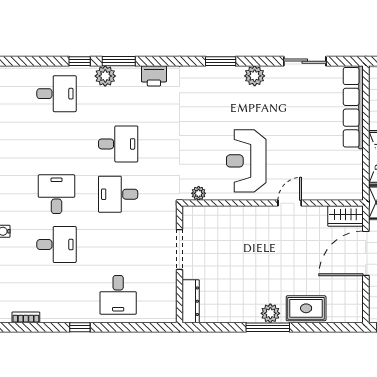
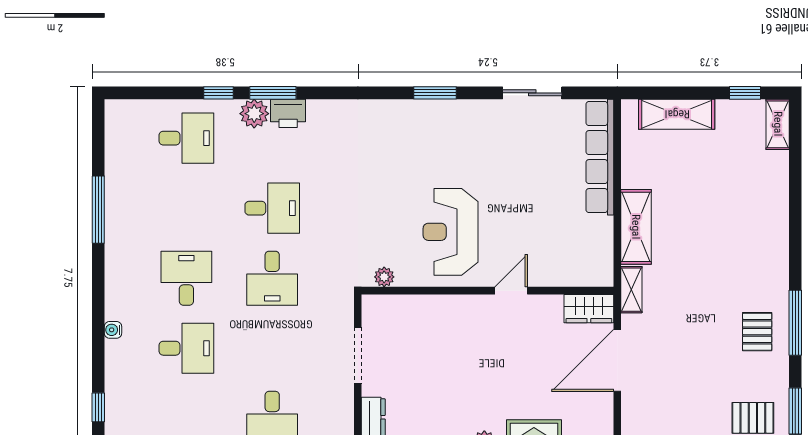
window: (221, 61) -> (435, 93), moved
printer: (154, 76) -> (288, 113), moved
plant: (255, 76) -> (462, 113), removed
desk: (118, 194) -> (272, 278), turned -90

